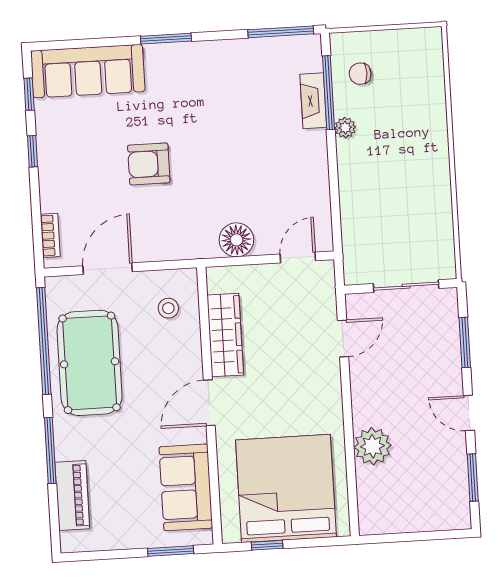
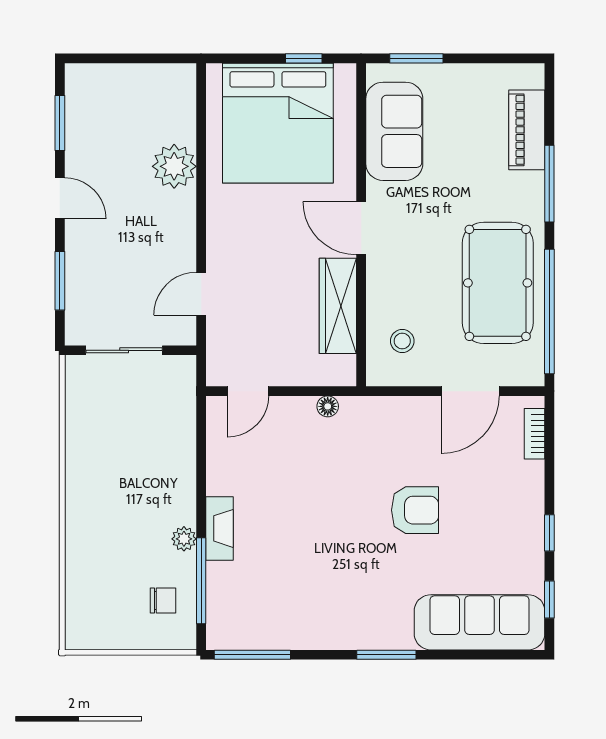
fireplace: (313, 101) -> (219, 528), moved
floor lamp: (236, 240) -> (328, 406), width x0.53, depth x0.53
door: (209, 403) -> (361, 228), swing flipped

